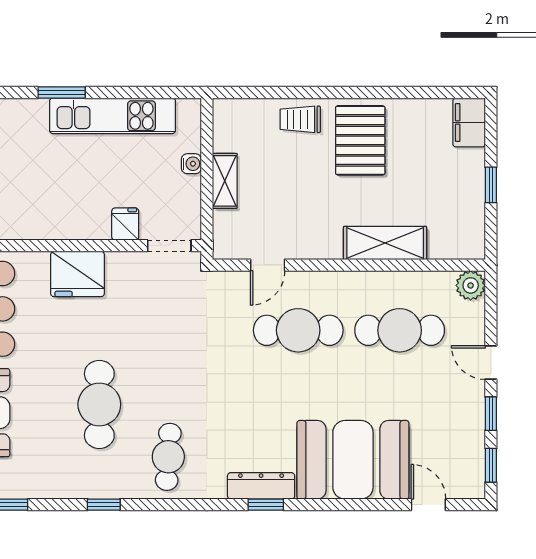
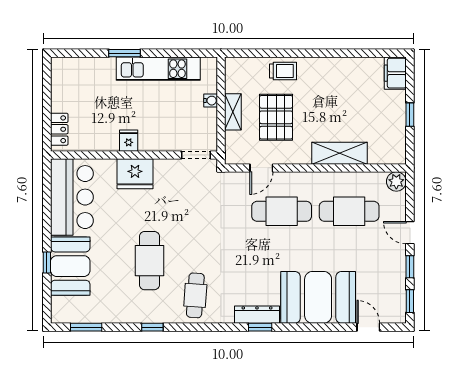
trolley: (300, 119) -> (283, 71), turned 180
pallet: (360, 140) -> (276, 117), moved
fridge: (125, 224) -> (129, 141), moved

